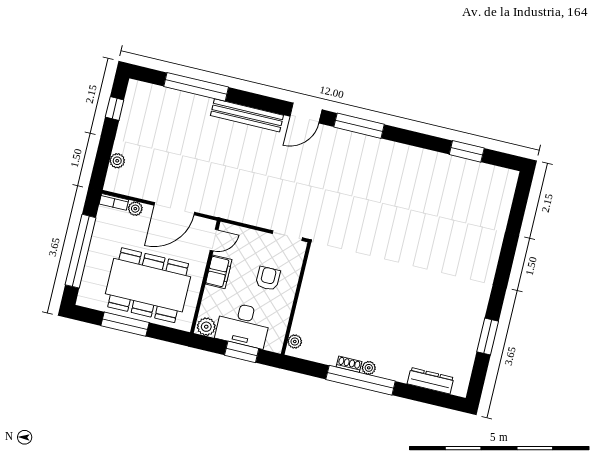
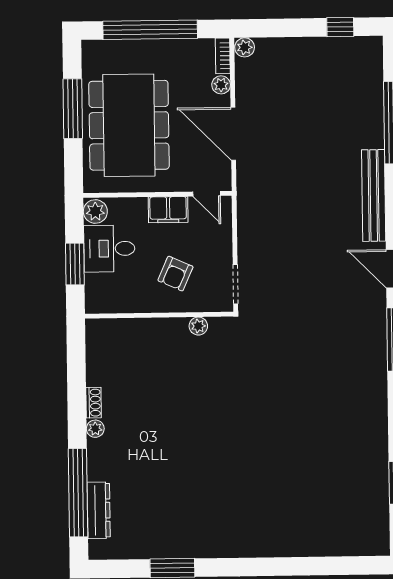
plant: (117, 161) -> (245, 47), moved
armchair: (268, 278) -> (175, 274), turned 114
desk: (243, 325) -> (109, 249), width x0.73
plant: (295, 341) -> (198, 326), moved
window: (361, 380) -> (78, 493), moved

